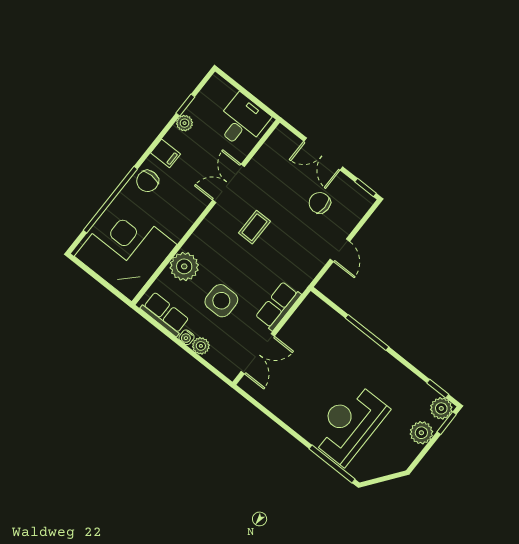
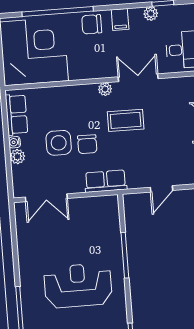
chair: (320, 203) -> (87, 144), moved, turned 180
coffee table: (254, 227) -> (126, 120), width x1.36, depth x1.30
plant: (184, 266) -> (105, 89), moved, width x0.53, depth x0.53
row of seats: (278, 306) -> (106, 181), moved
reception desk: (349, 424) -> (78, 286), moved

